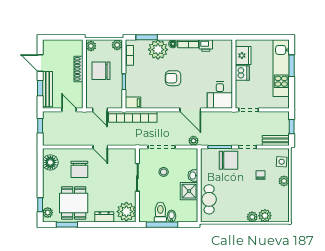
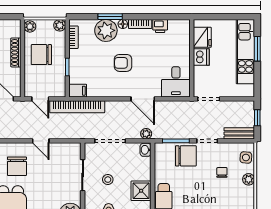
window: (147, 37) -> (110, 17), moved
stool: (164, 172) -> (108, 180), moved
washbasin: (193, 175) -> (146, 150), moved

